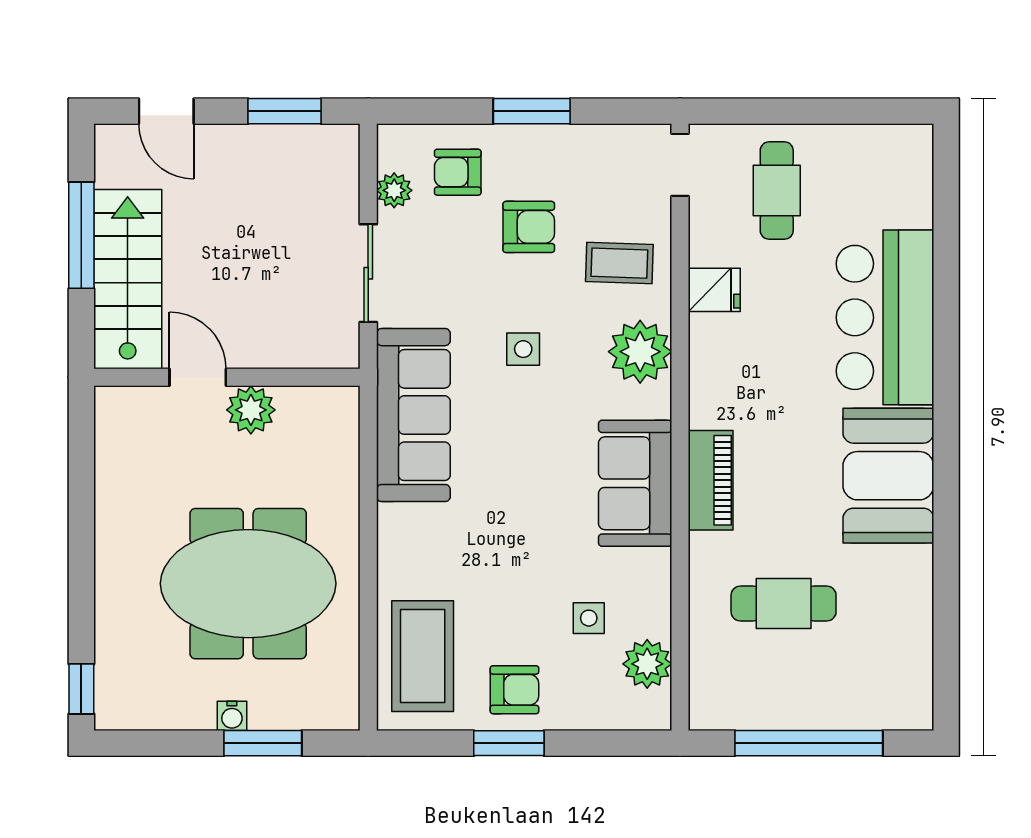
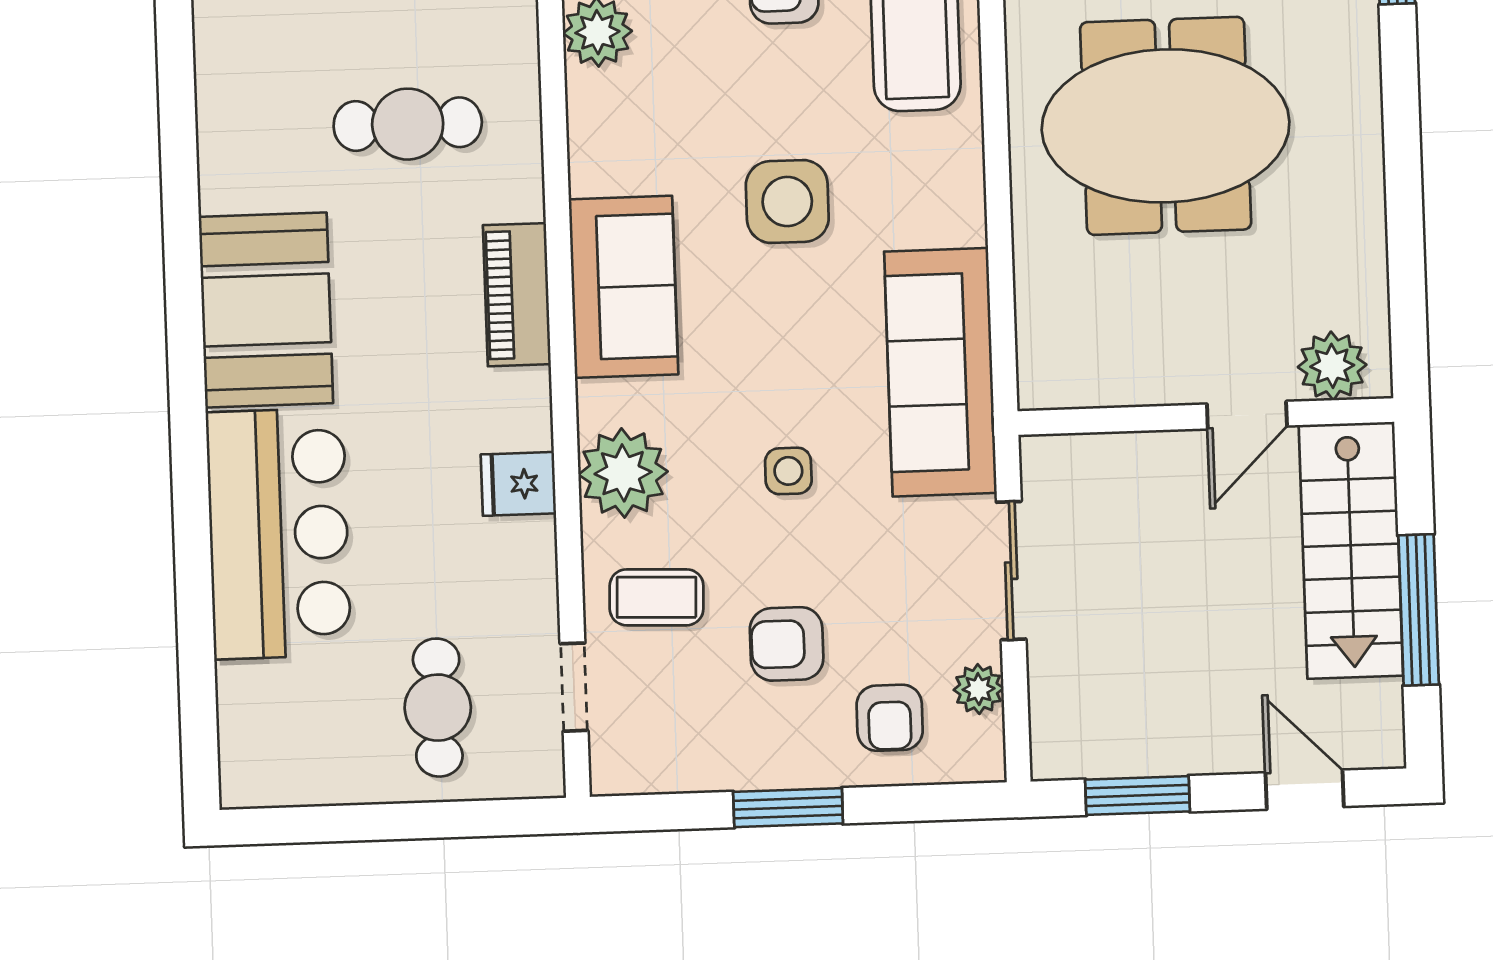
doorway: (680, 165) -> (574, 687), moved
armchair: (458, 172) -> (890, 718), turned 90
fridge: (714, 290) -> (518, 484), moved
door: (198, 377) -> (1247, 415), hinge flipped
plant: (251, 410) -> (1332, 366), moved
side table: (589, 618) -> (787, 202), moved, width x1.87, depth x1.87

